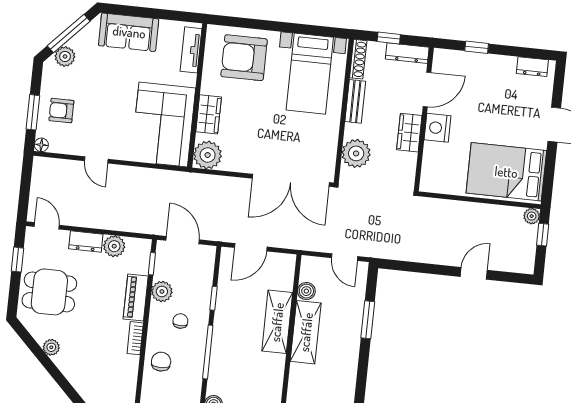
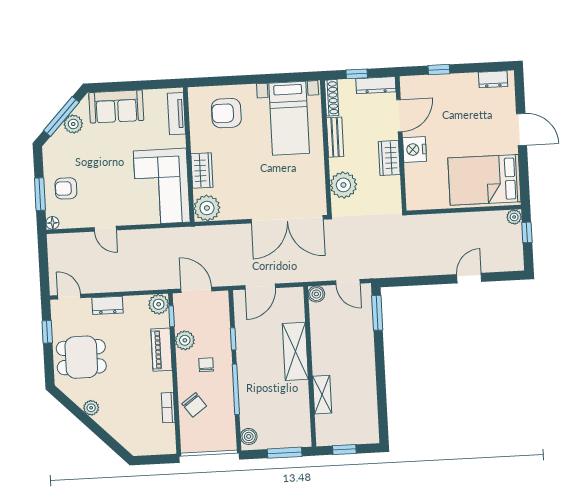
plant: (65, 56) -> (73, 124), moved
armchair: (244, 58) -> (226, 113), width x0.73, depth x0.73
plant: (114, 246) -> (159, 304), moved
boiler: (306, 291) -> (316, 294), moved
window: (368, 320) -> (377, 313), moved
shelving: (306, 332) -> (322, 395), moved, width x0.67, depth x0.75
bookcase: (135, 338) -> (168, 408), moved
chair: (161, 362) -> (194, 405), turned 144

